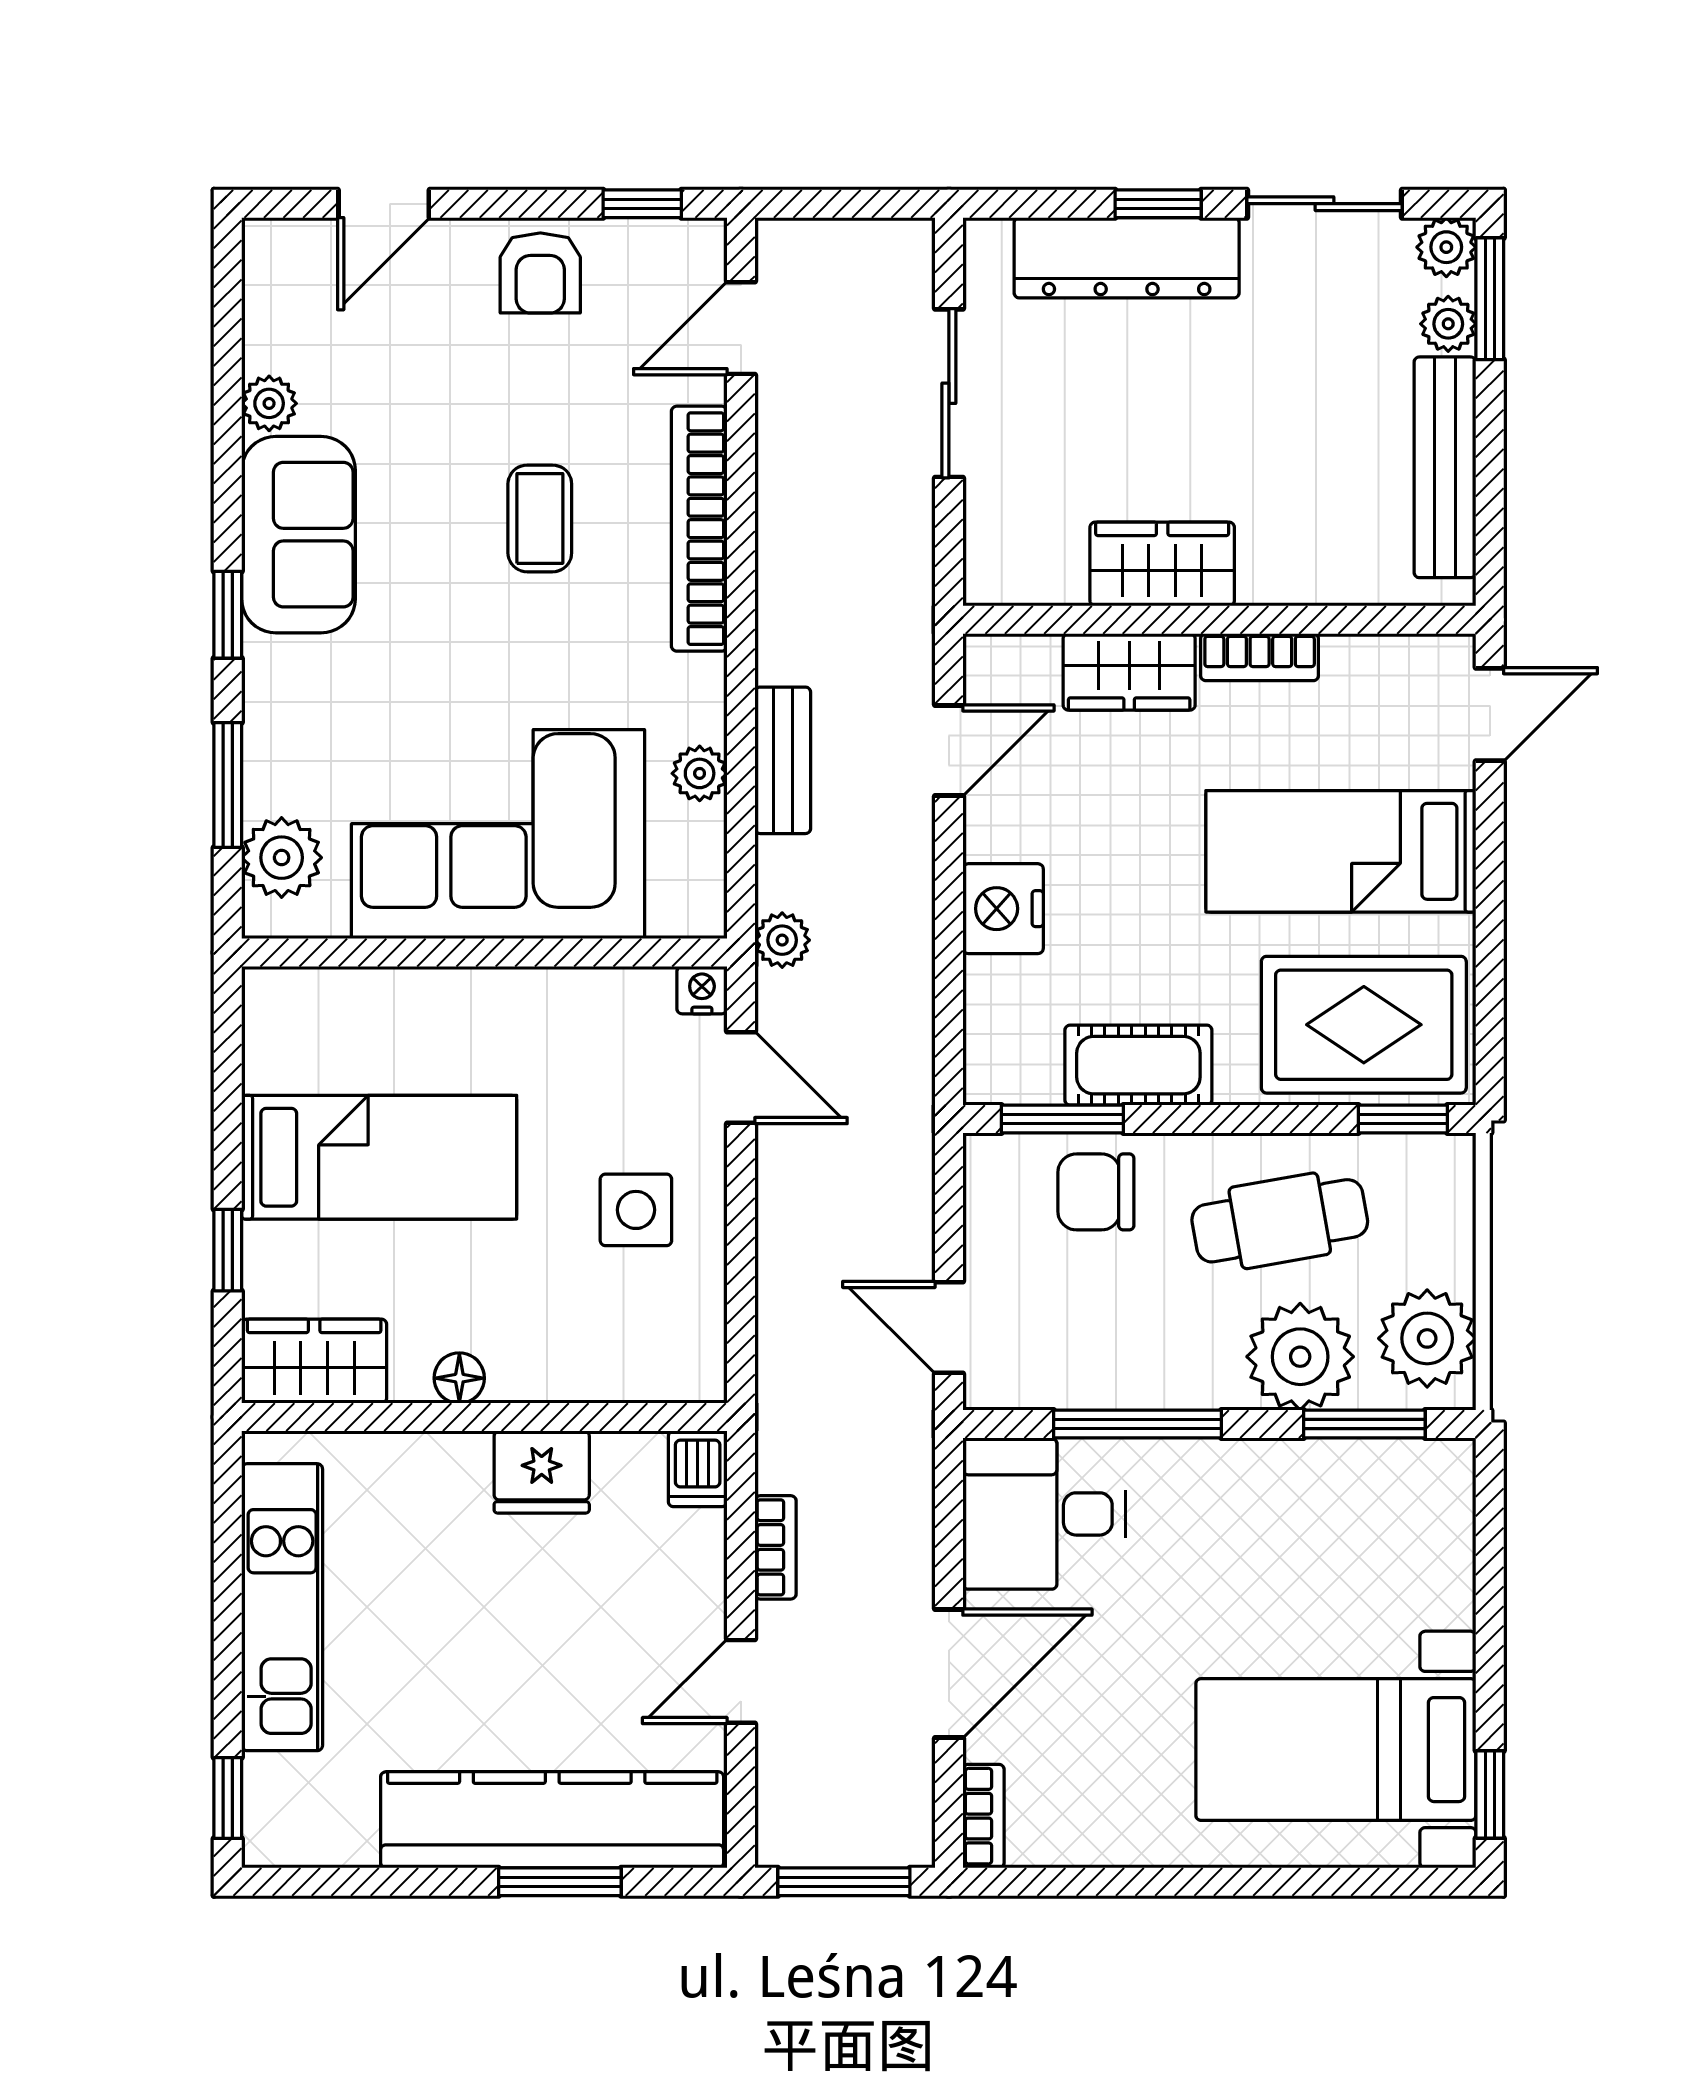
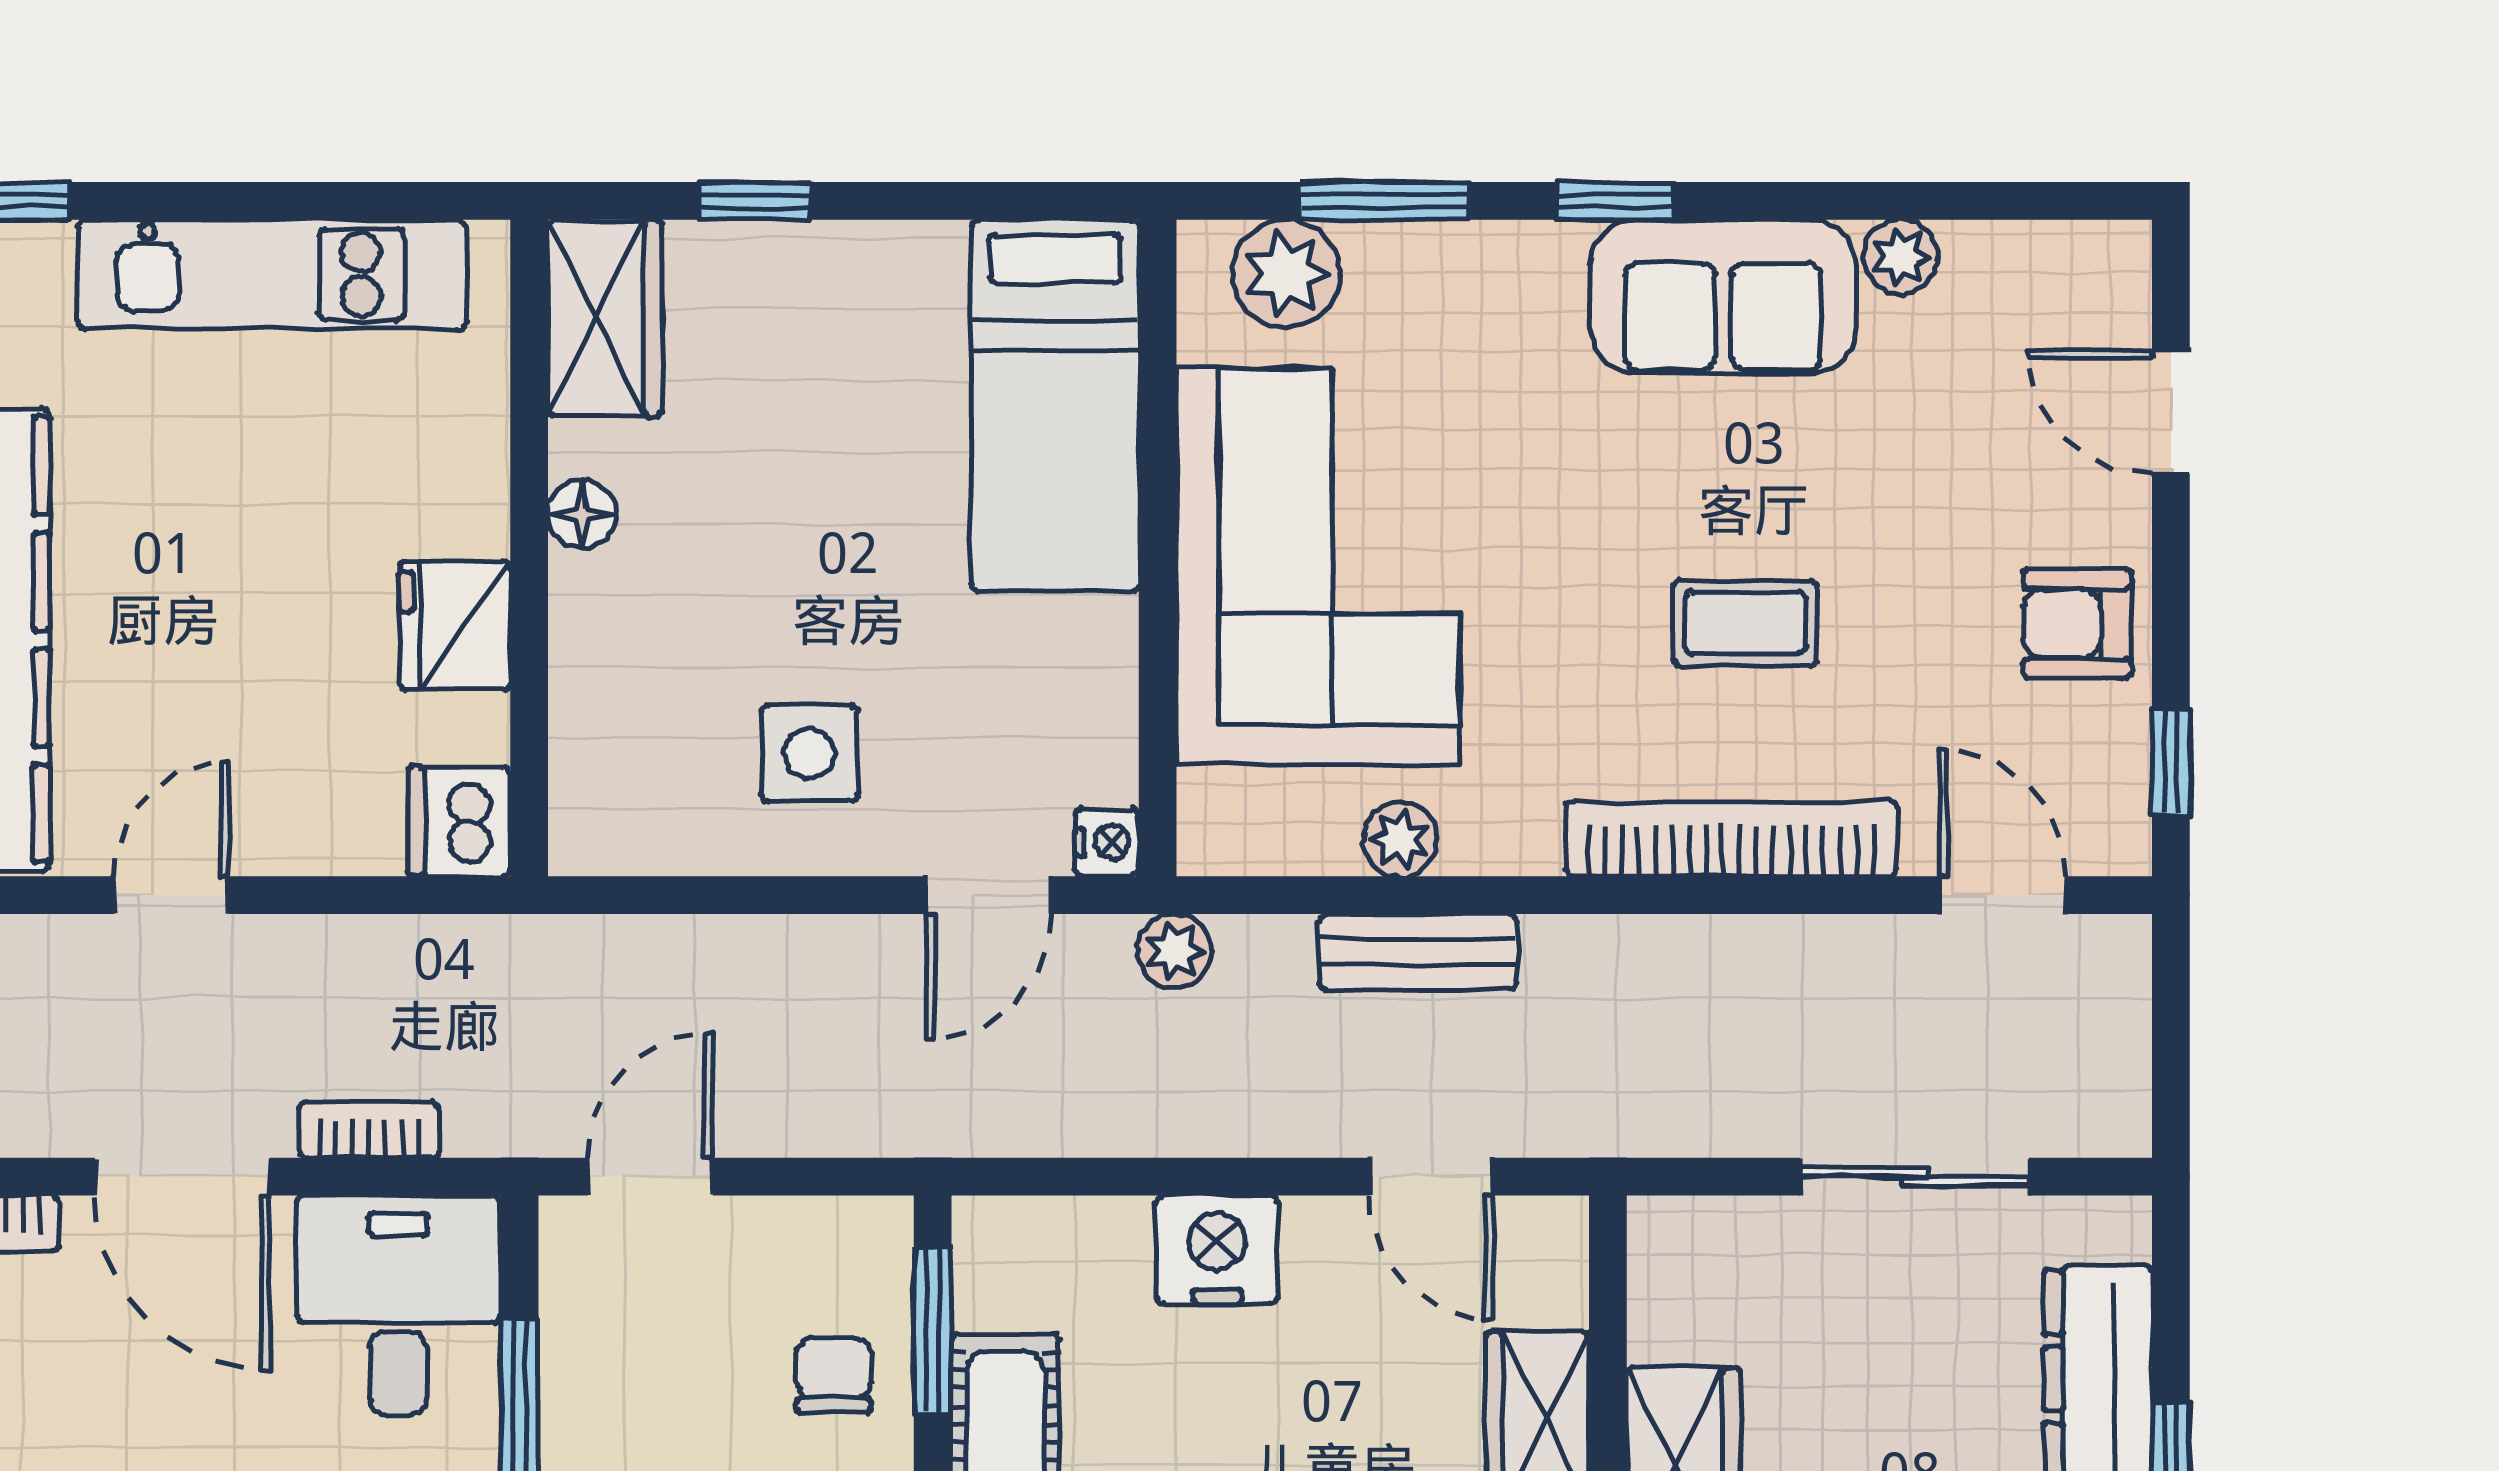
bed: (379, 1157) -> (1055, 406), moved
chair: (1096, 1192) -> (834, 1375), width x0.73, depth x0.73
dishwasher: (698, 1469) -> (459, 822), width x1.38
bookcase: (775, 1547) -> (369, 1130), moved, turned 180
door: (741, 1681) -> (172, 895), hinge flipped

